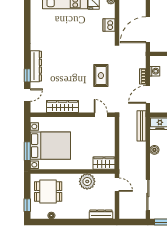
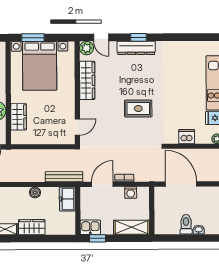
window: (27, 75) -> (139, 37), moved
rug: (101, 76) -> (138, 109), moved
door: (148, 94) -> (102, 184), hinge flipped
plant: (36, 107) -> (86, 48), added
wardrobe: (104, 163) -> (19, 117), moved

